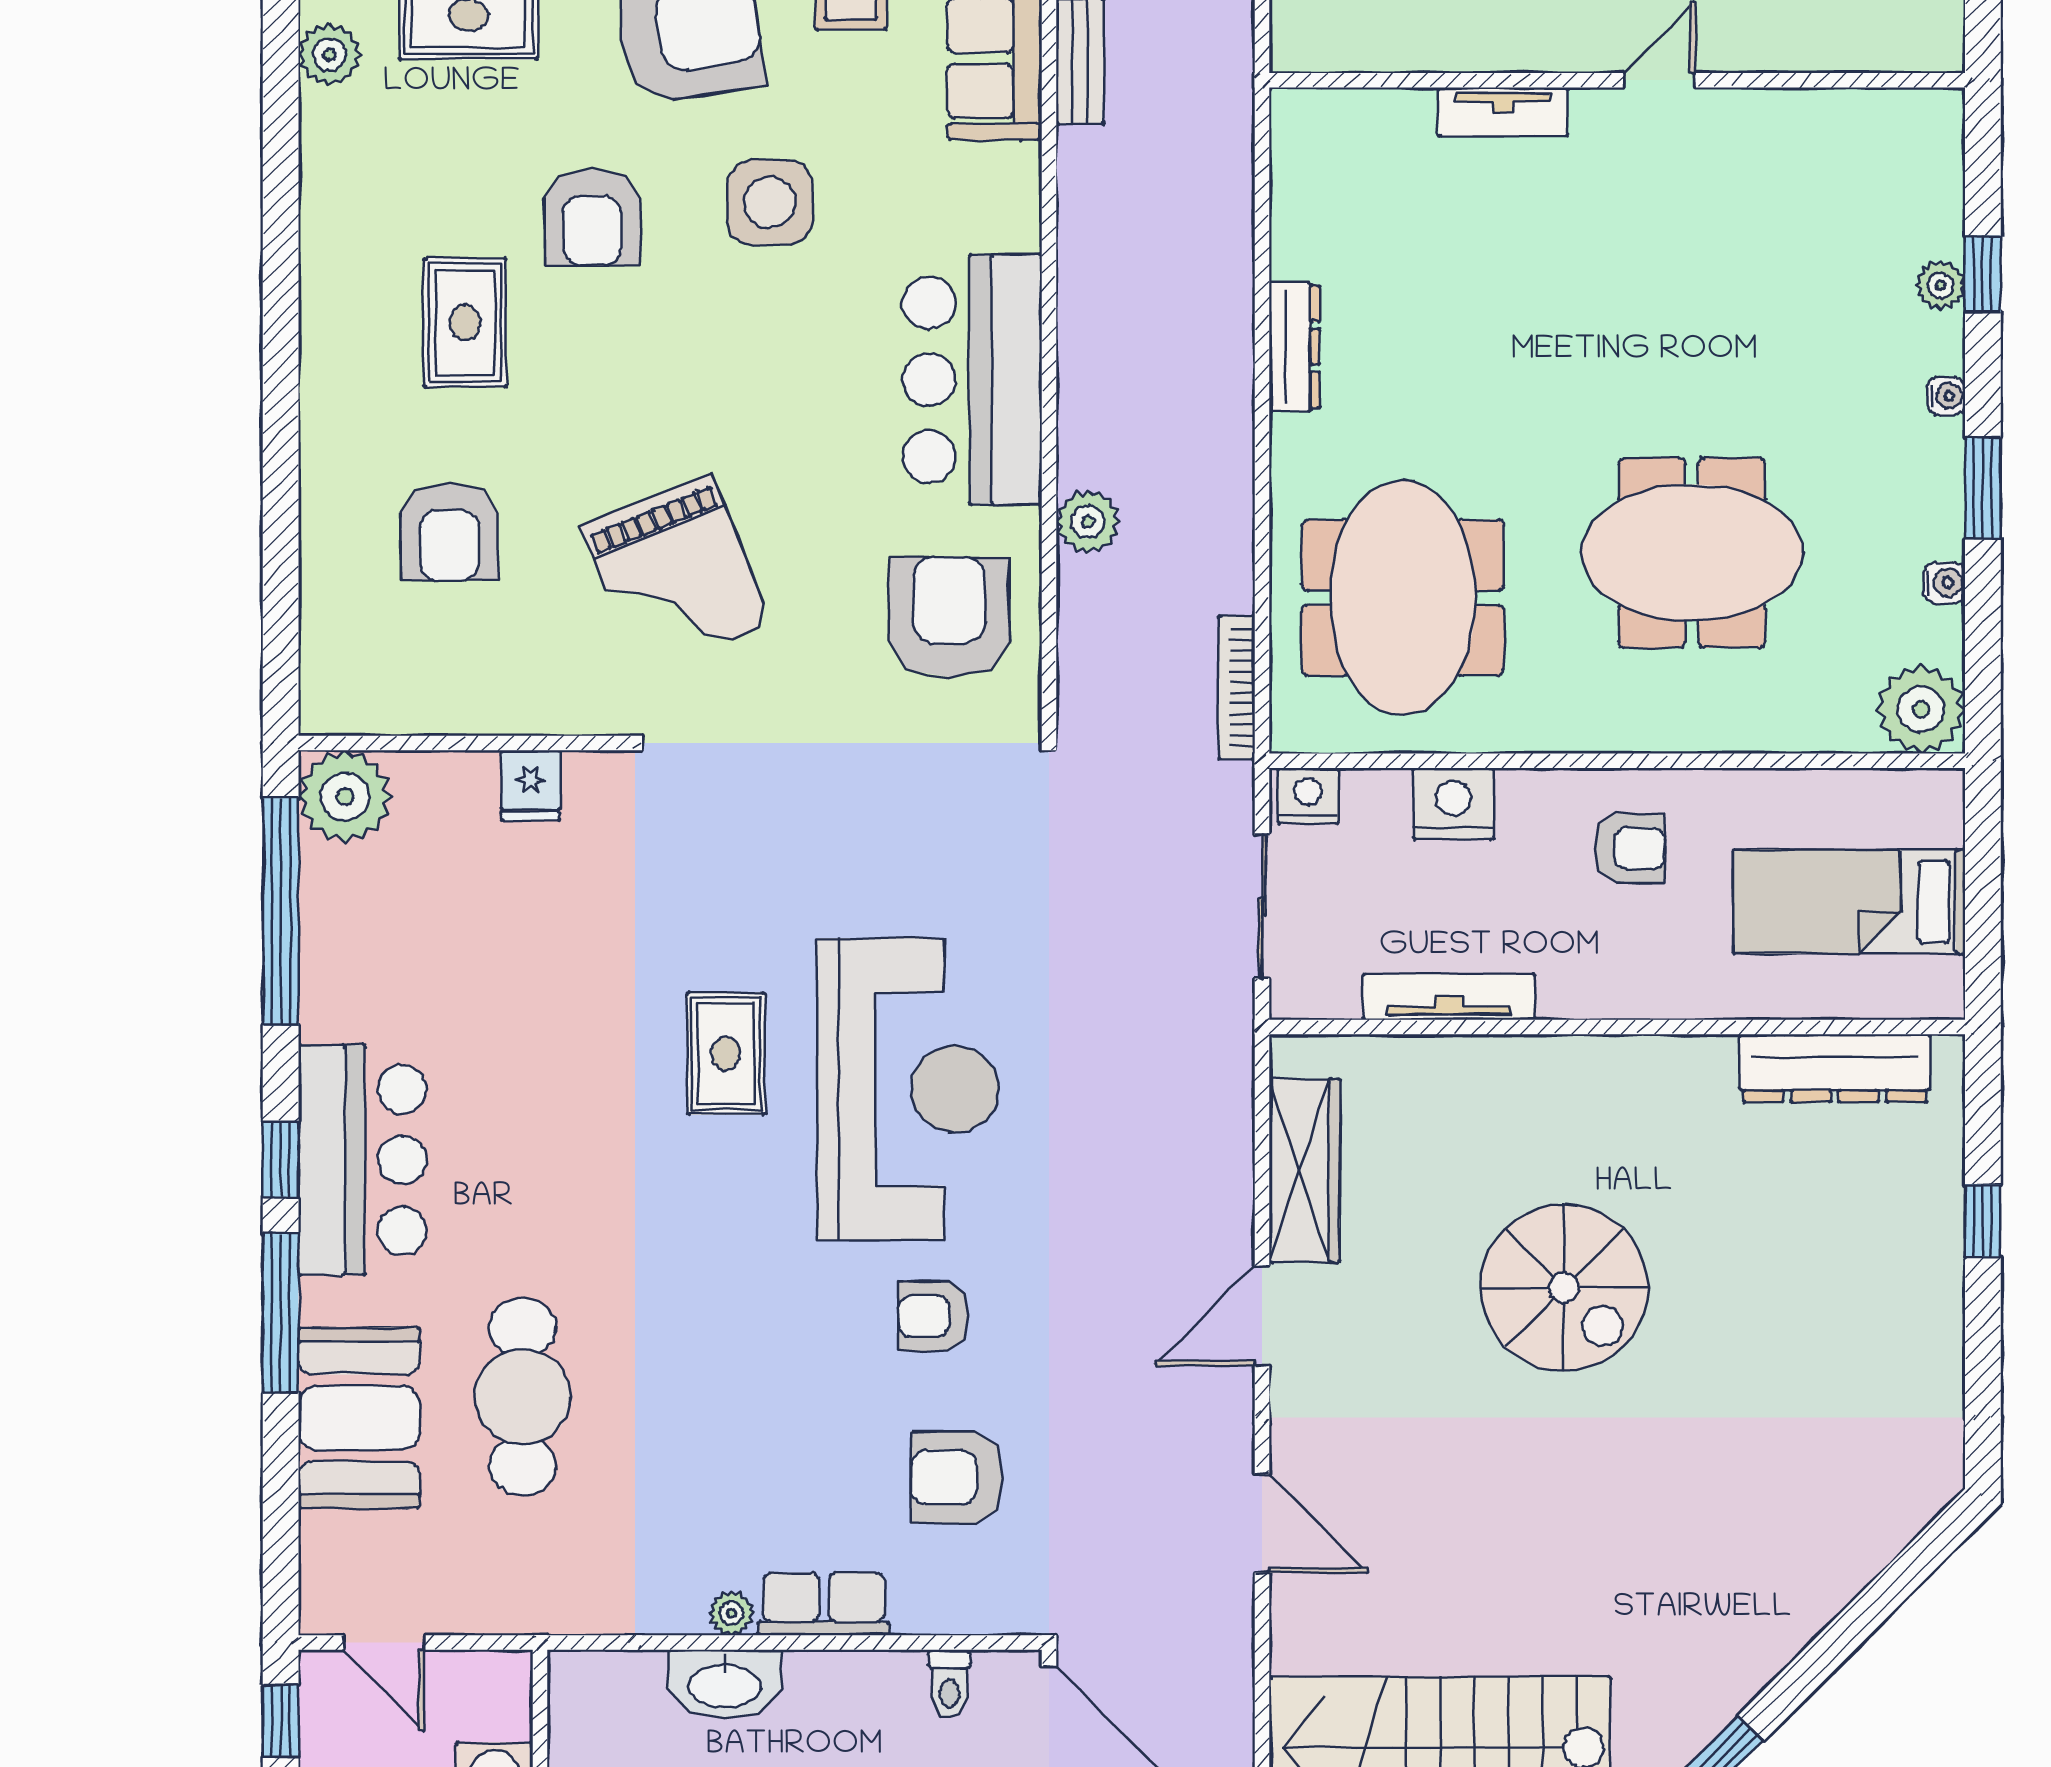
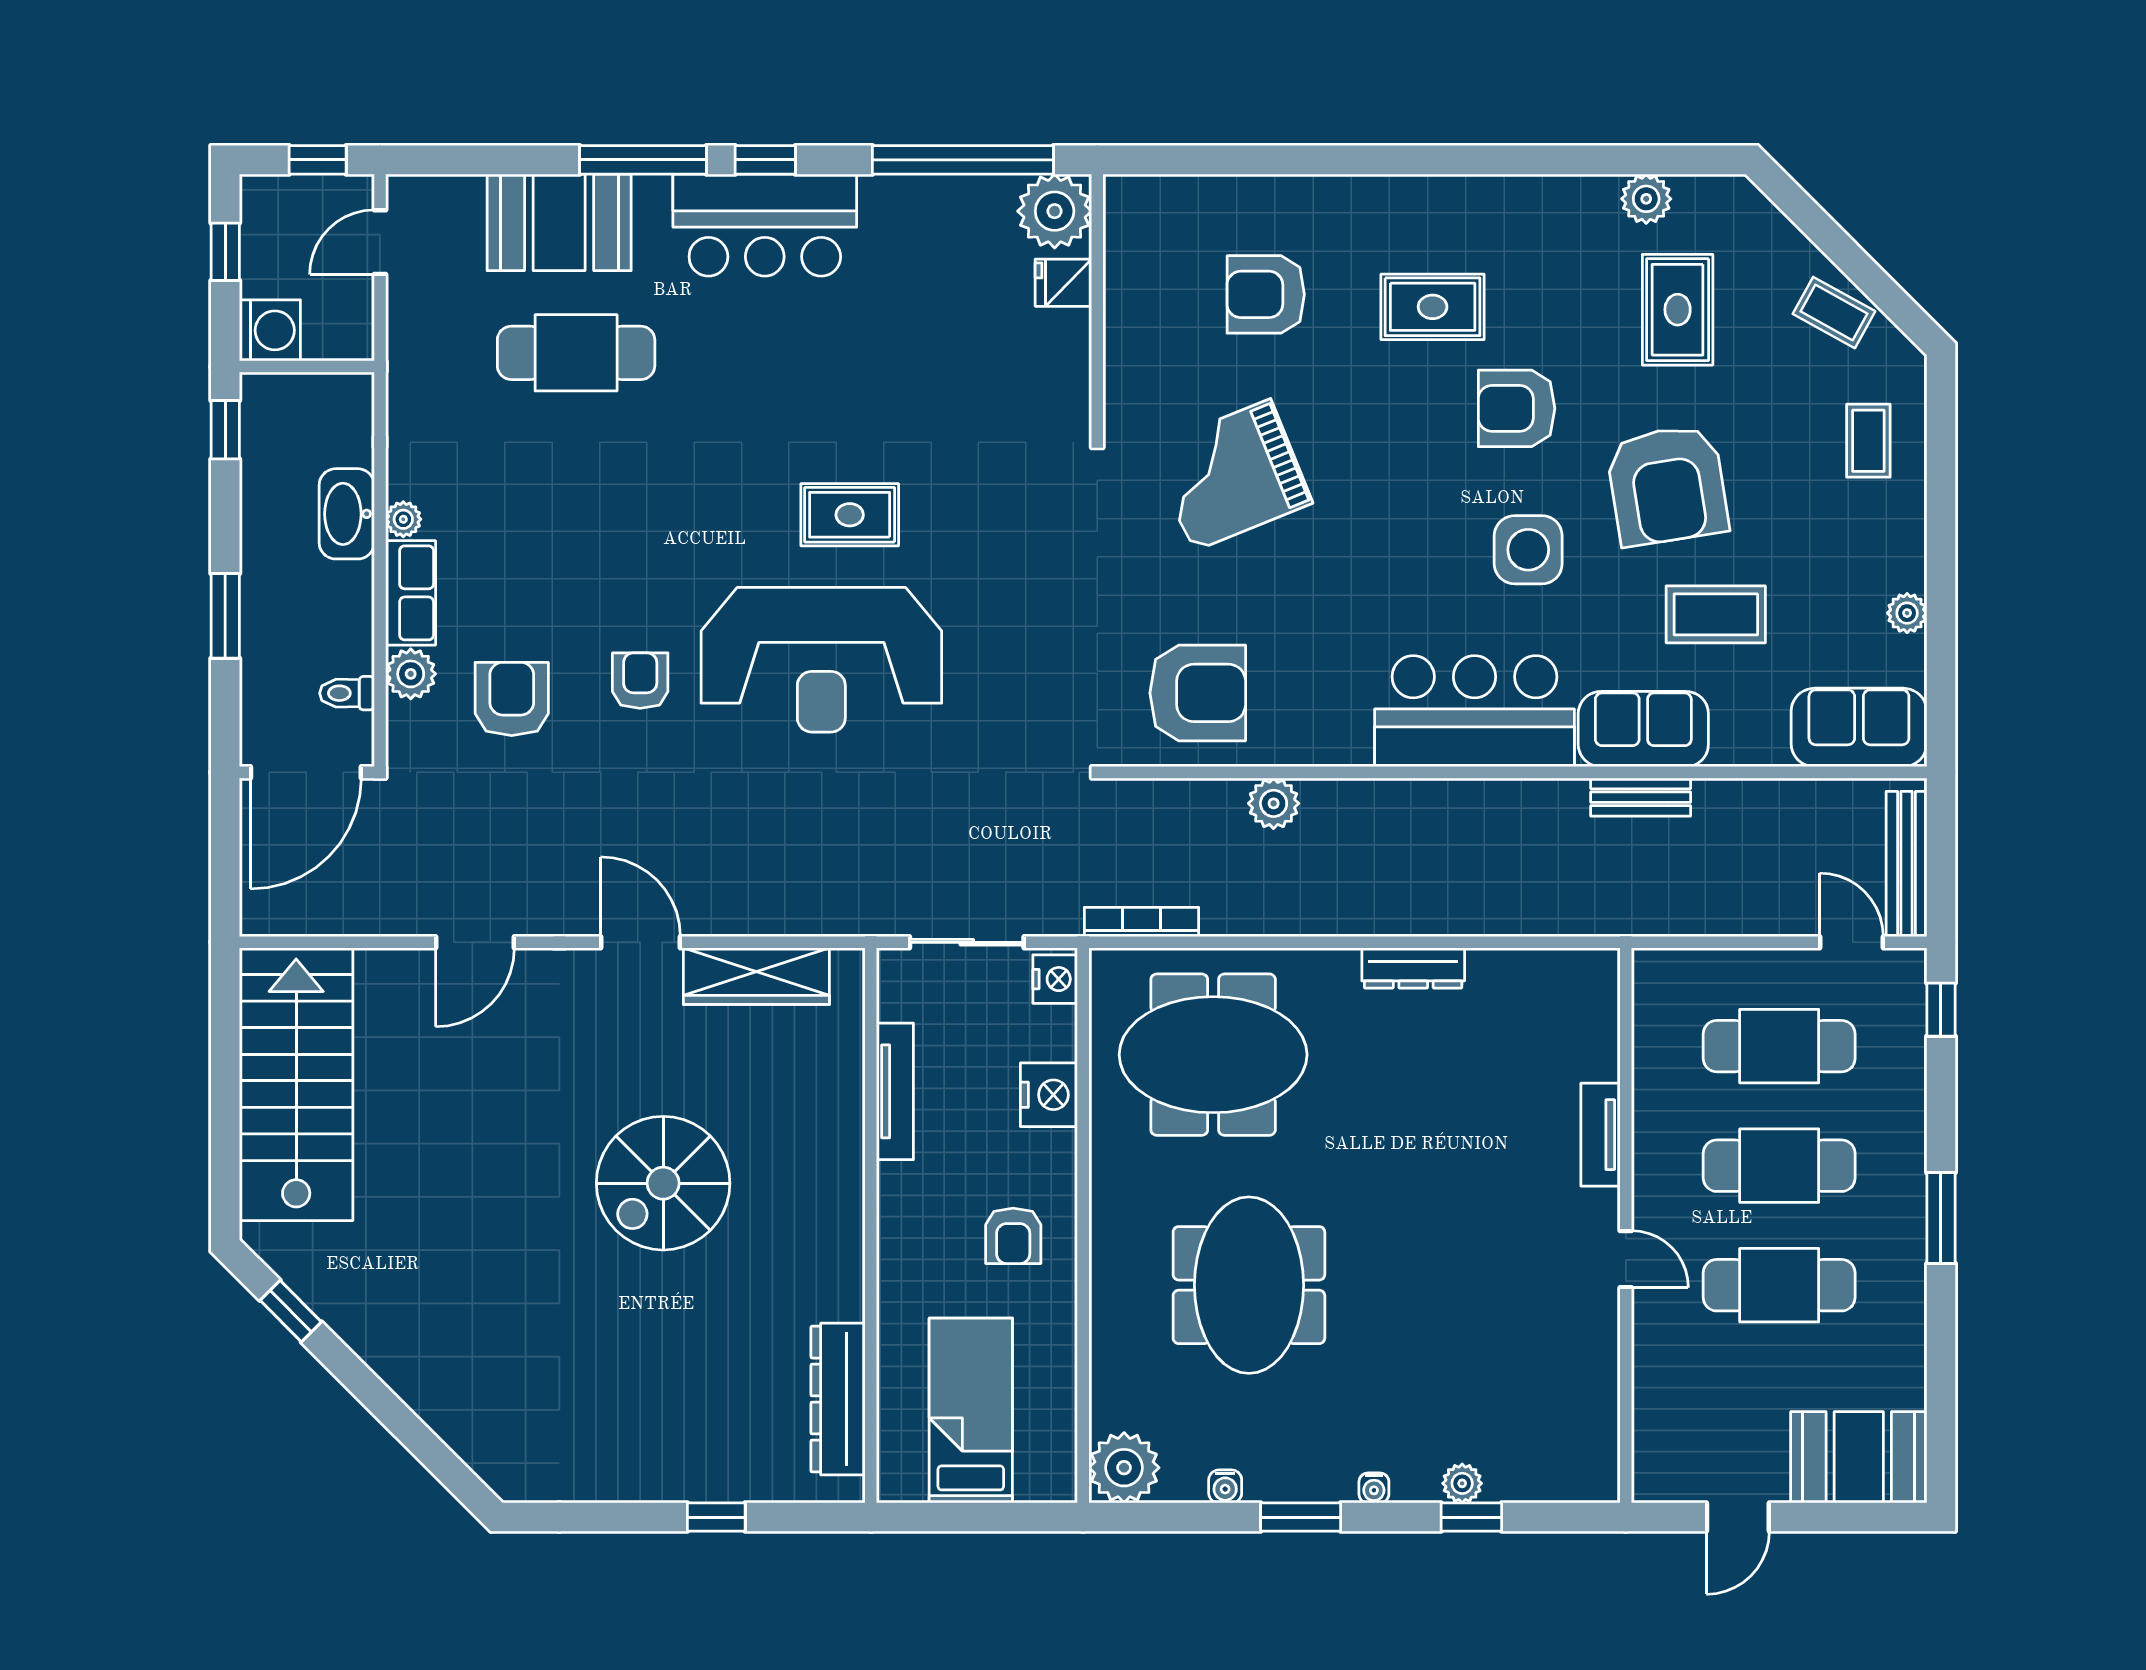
bar counter: (972, 380) -> (1474, 711), moved
fridge: (530, 786) -> (1063, 283), moved
plant: (925, 1604) -> (411, 674), added

